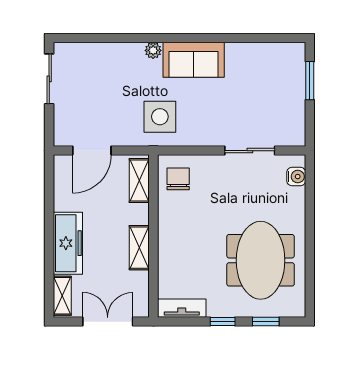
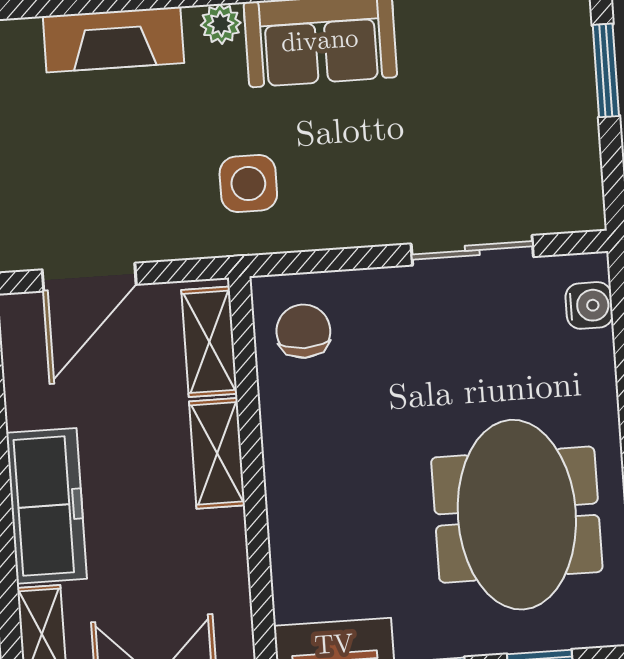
fireplace: (109, 54) -> (113, 40), added
side table: (160, 117) -> (248, 184), width x0.73, depth x0.73
shelving: (139, 248) -> (217, 453), moved

